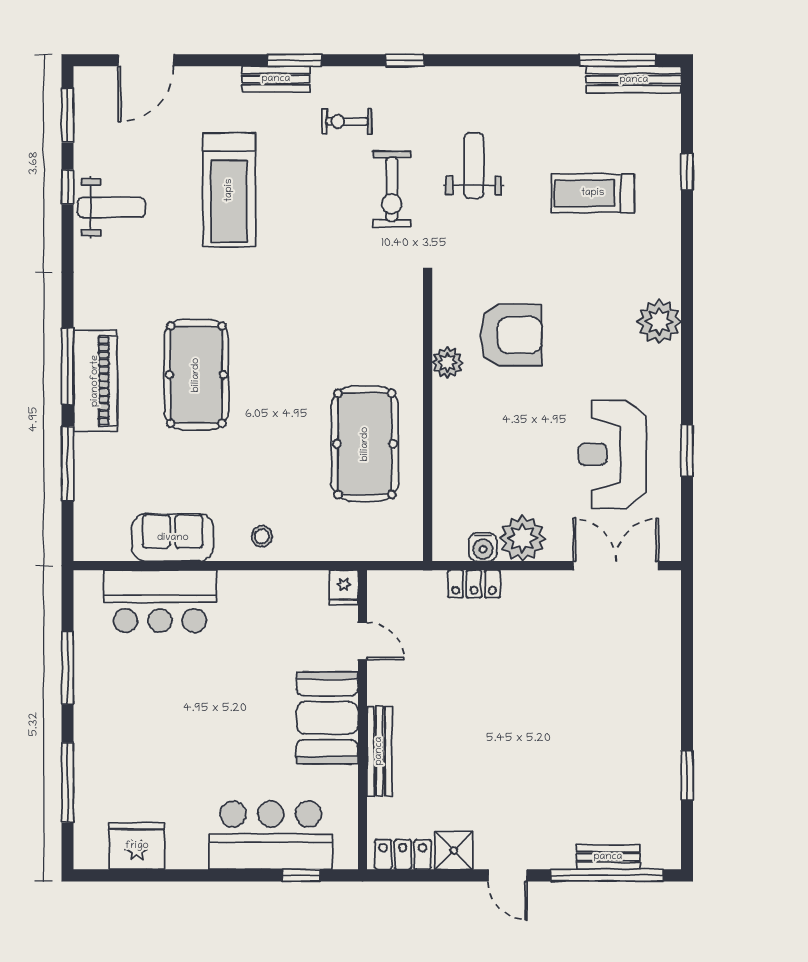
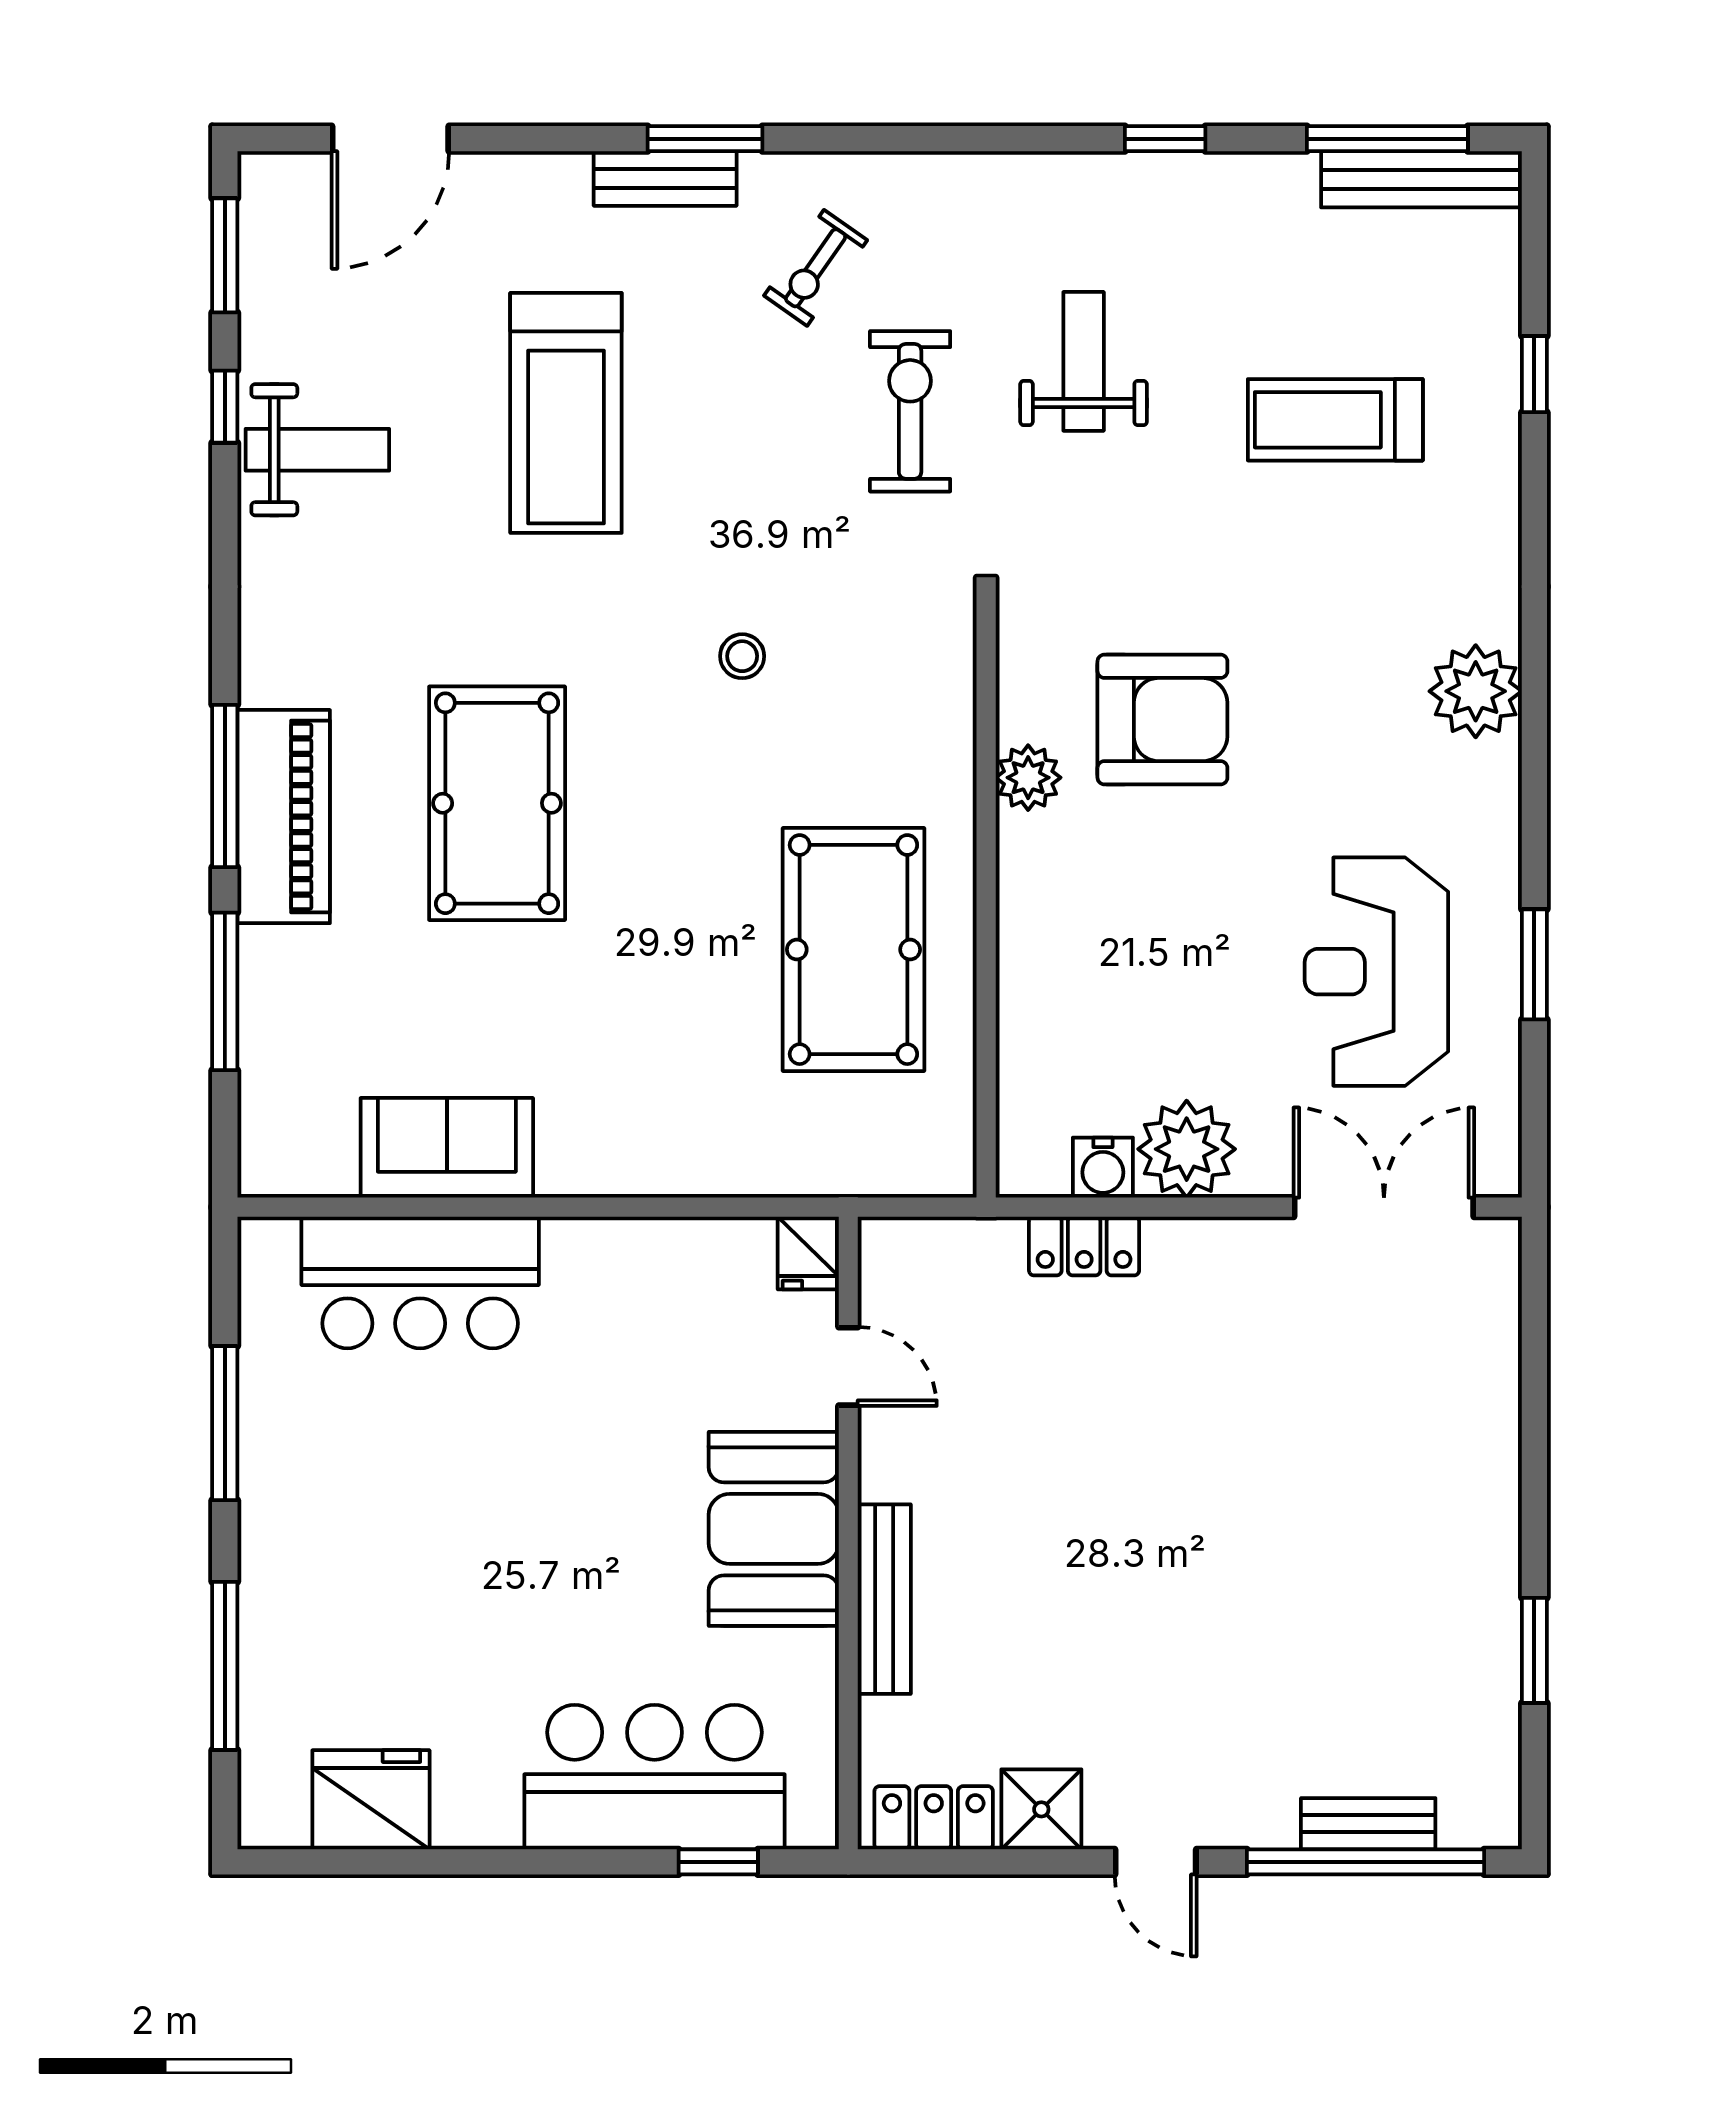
window: (405, 60) -> (1165, 139), moved
exercise bike: (347, 121) -> (816, 268), turned -55
exercise bike: (392, 189) -> (910, 411), turned 180
stool: (262, 536) -> (742, 656), moved

